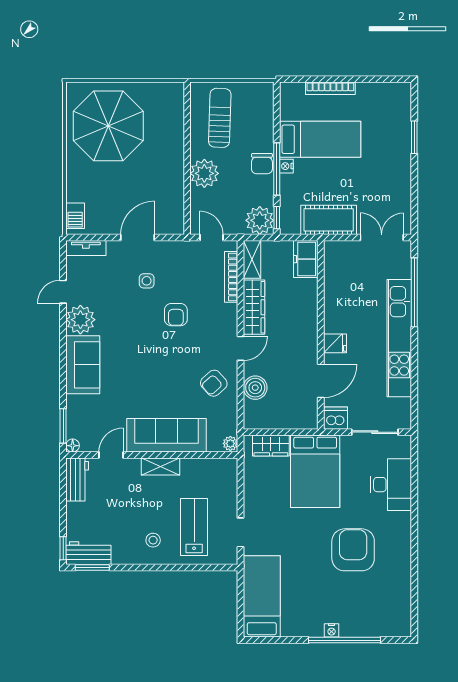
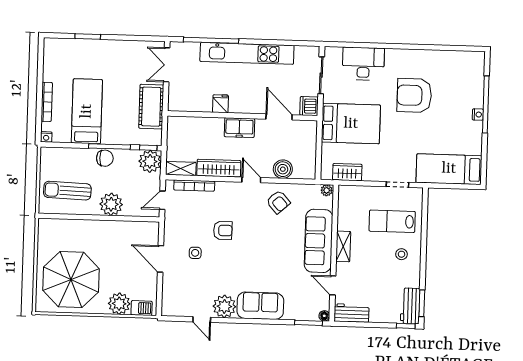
nightstand: (286, 166) -> (46, 137), moved
plant: (80, 187) -> (119, 304), added
tv unit: (86, 248) -> (168, 300), removed
freezer: (306, 259) -> (239, 128), moved
fridge: (335, 343) -> (220, 104), moved
wardrobe: (271, 446) -> (347, 172), moved, turned -90

